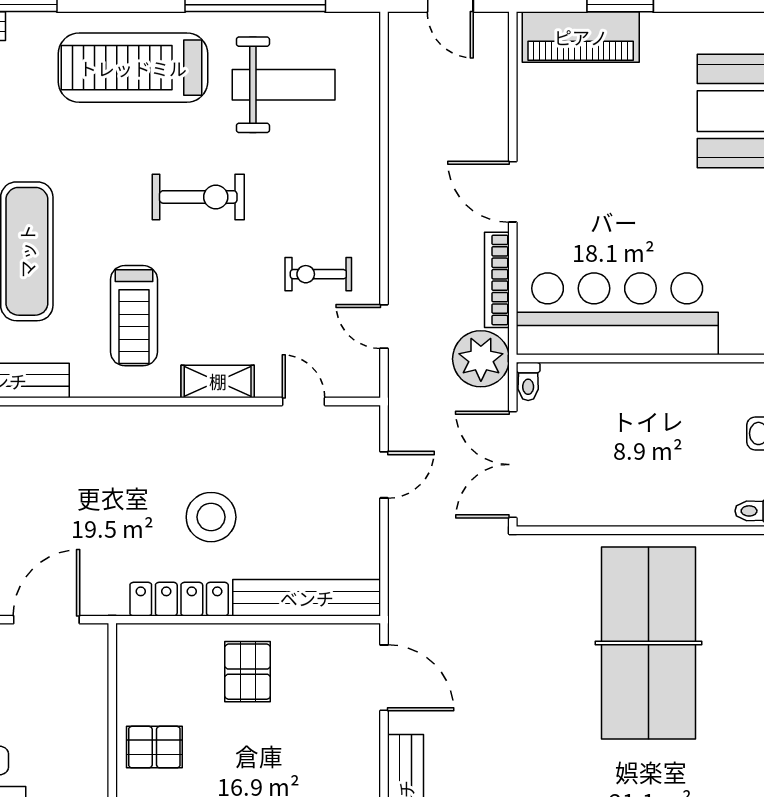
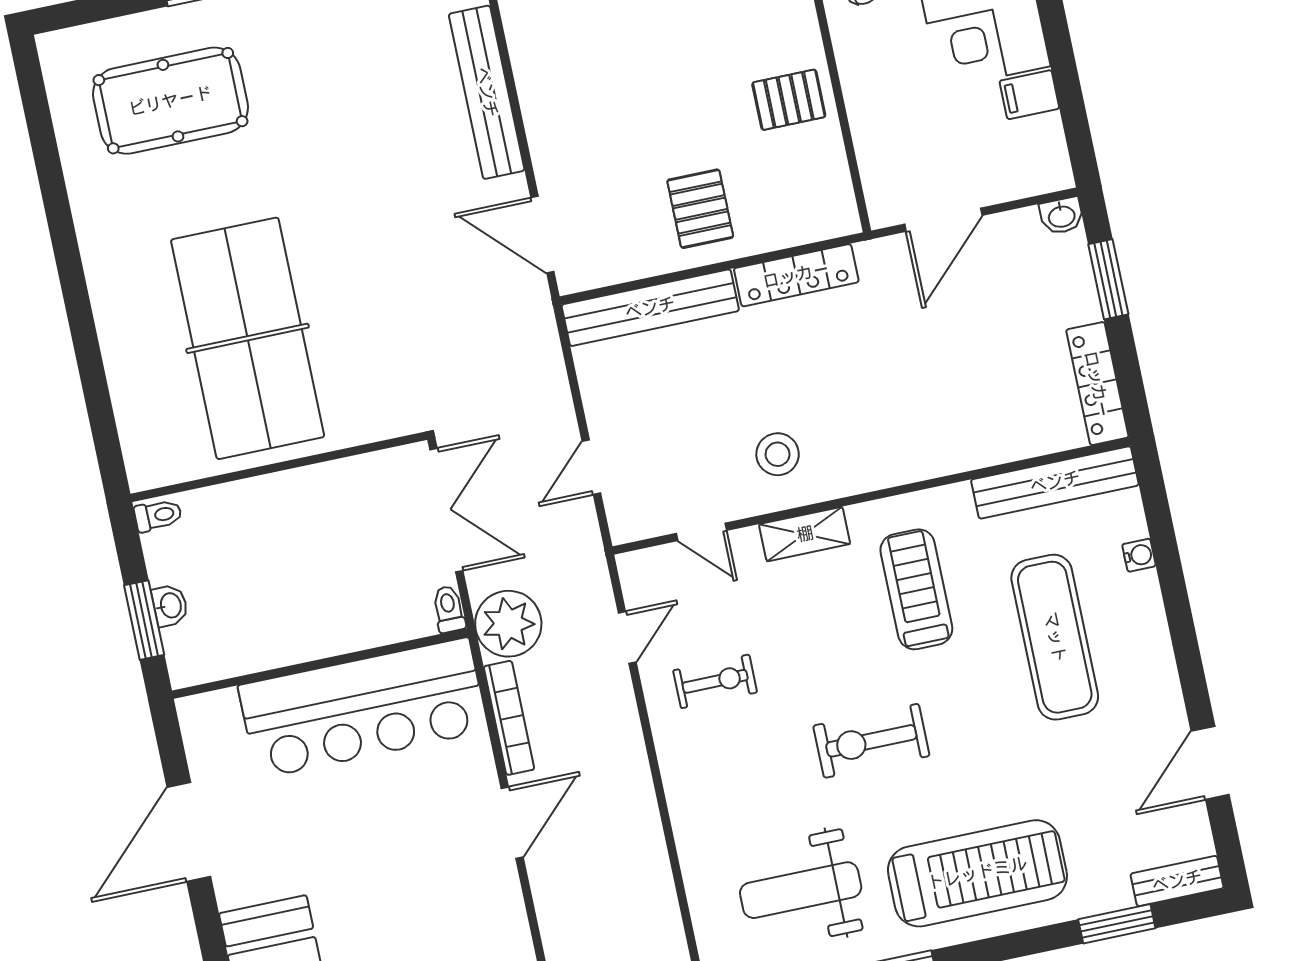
door: (513, 192) -> (512, 823), hinge flipped
door: (384, 326) -> (627, 637), hinge flipped
stool: (211, 517) -> (778, 454), moved, width x0.73, depth x0.73

